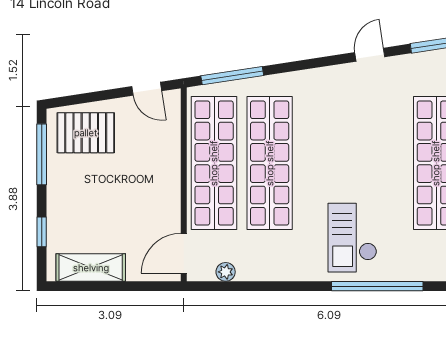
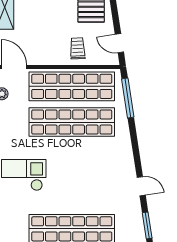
door: (147, 89) -> (119, 43), hinge flipped
trolley: (155, 154) -> (78, 48), added

